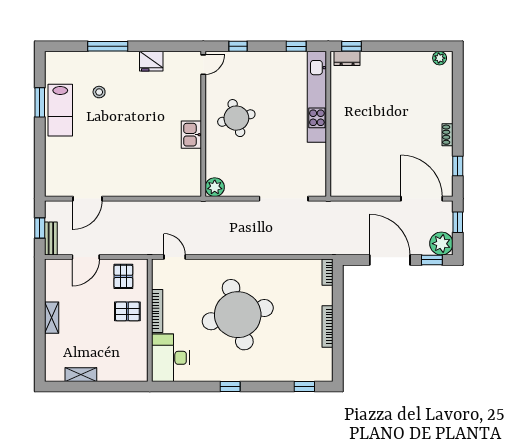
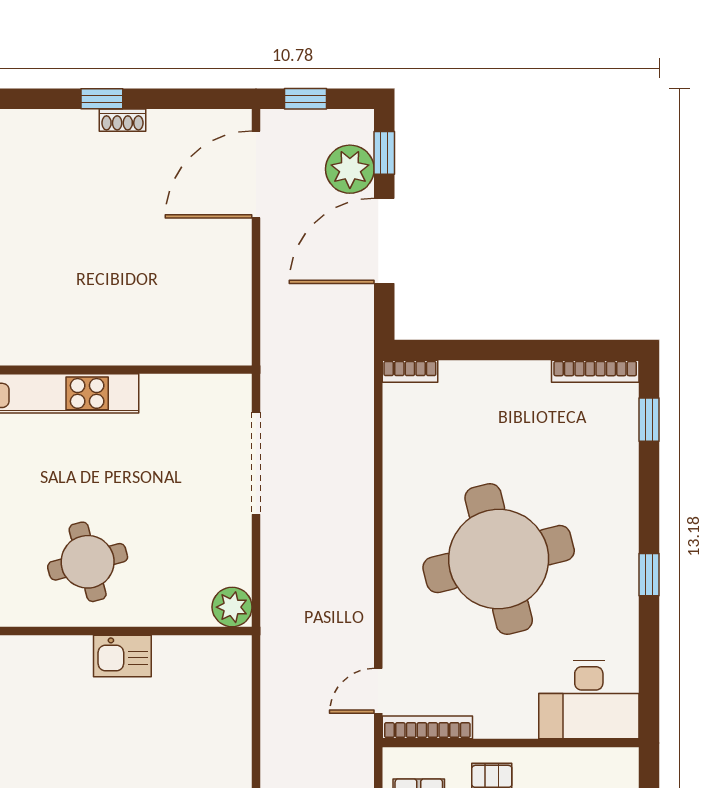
window: (458, 166) -> (102, 99), moved
plant: (441, 244) -> (350, 169), moved
bookcase: (157, 311) -> (427, 727), moved
bookcase: (327, 326) -> (595, 371), moved

